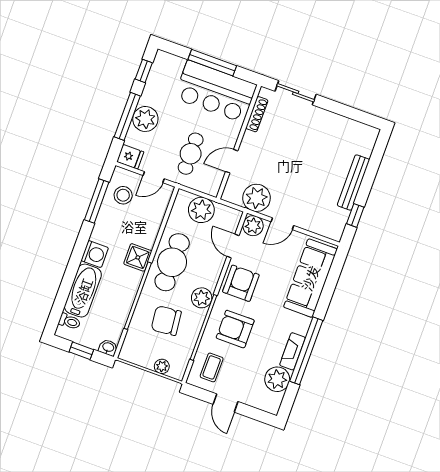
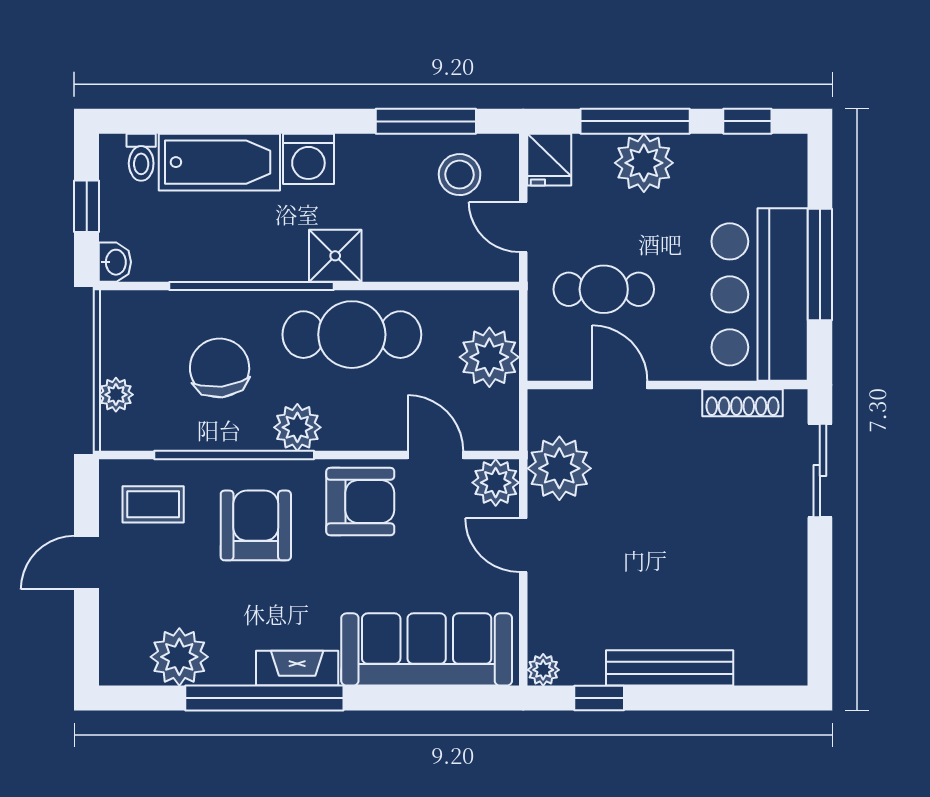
plant: (336, 234) -> (543, 670), added
door: (233, 246) -> (435, 455), hinge flipped
fireplace: (292, 351) -> (297, 668), moved

